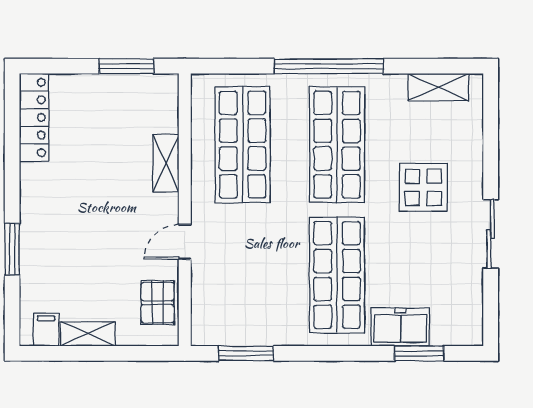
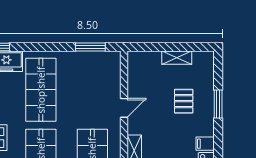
pallet: (158, 303) -> (184, 101), moved
filing cabinet: (46, 330) -> (205, 144), moved, turned 90

